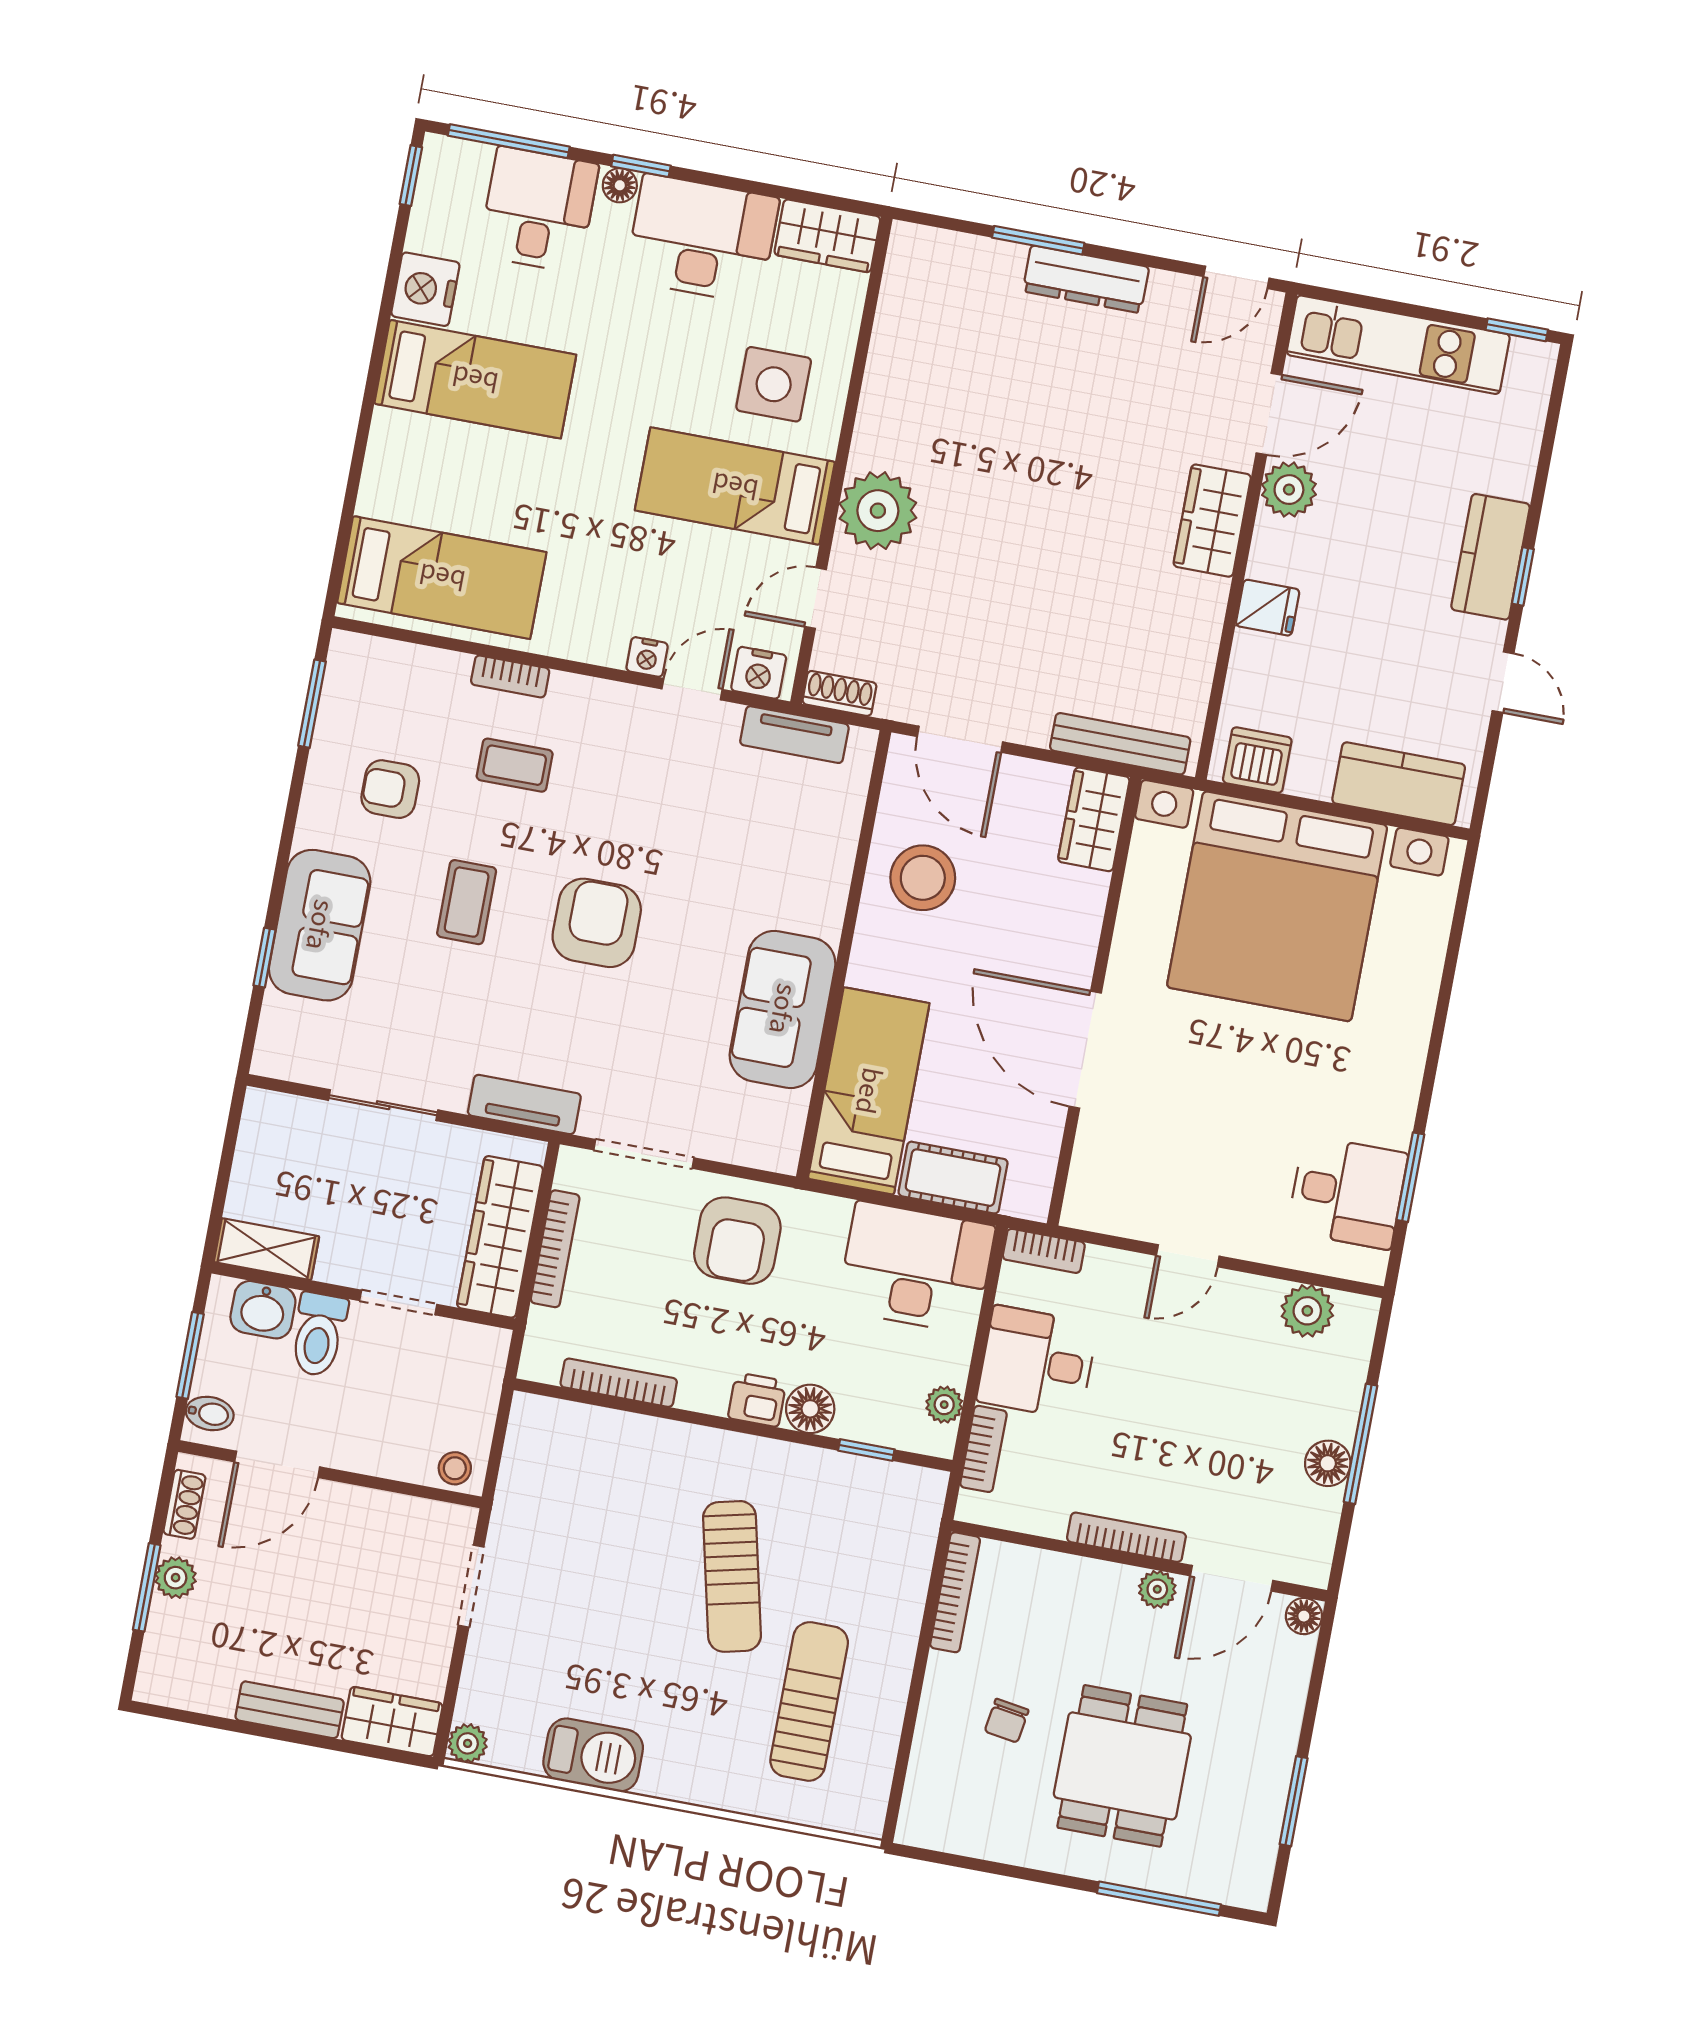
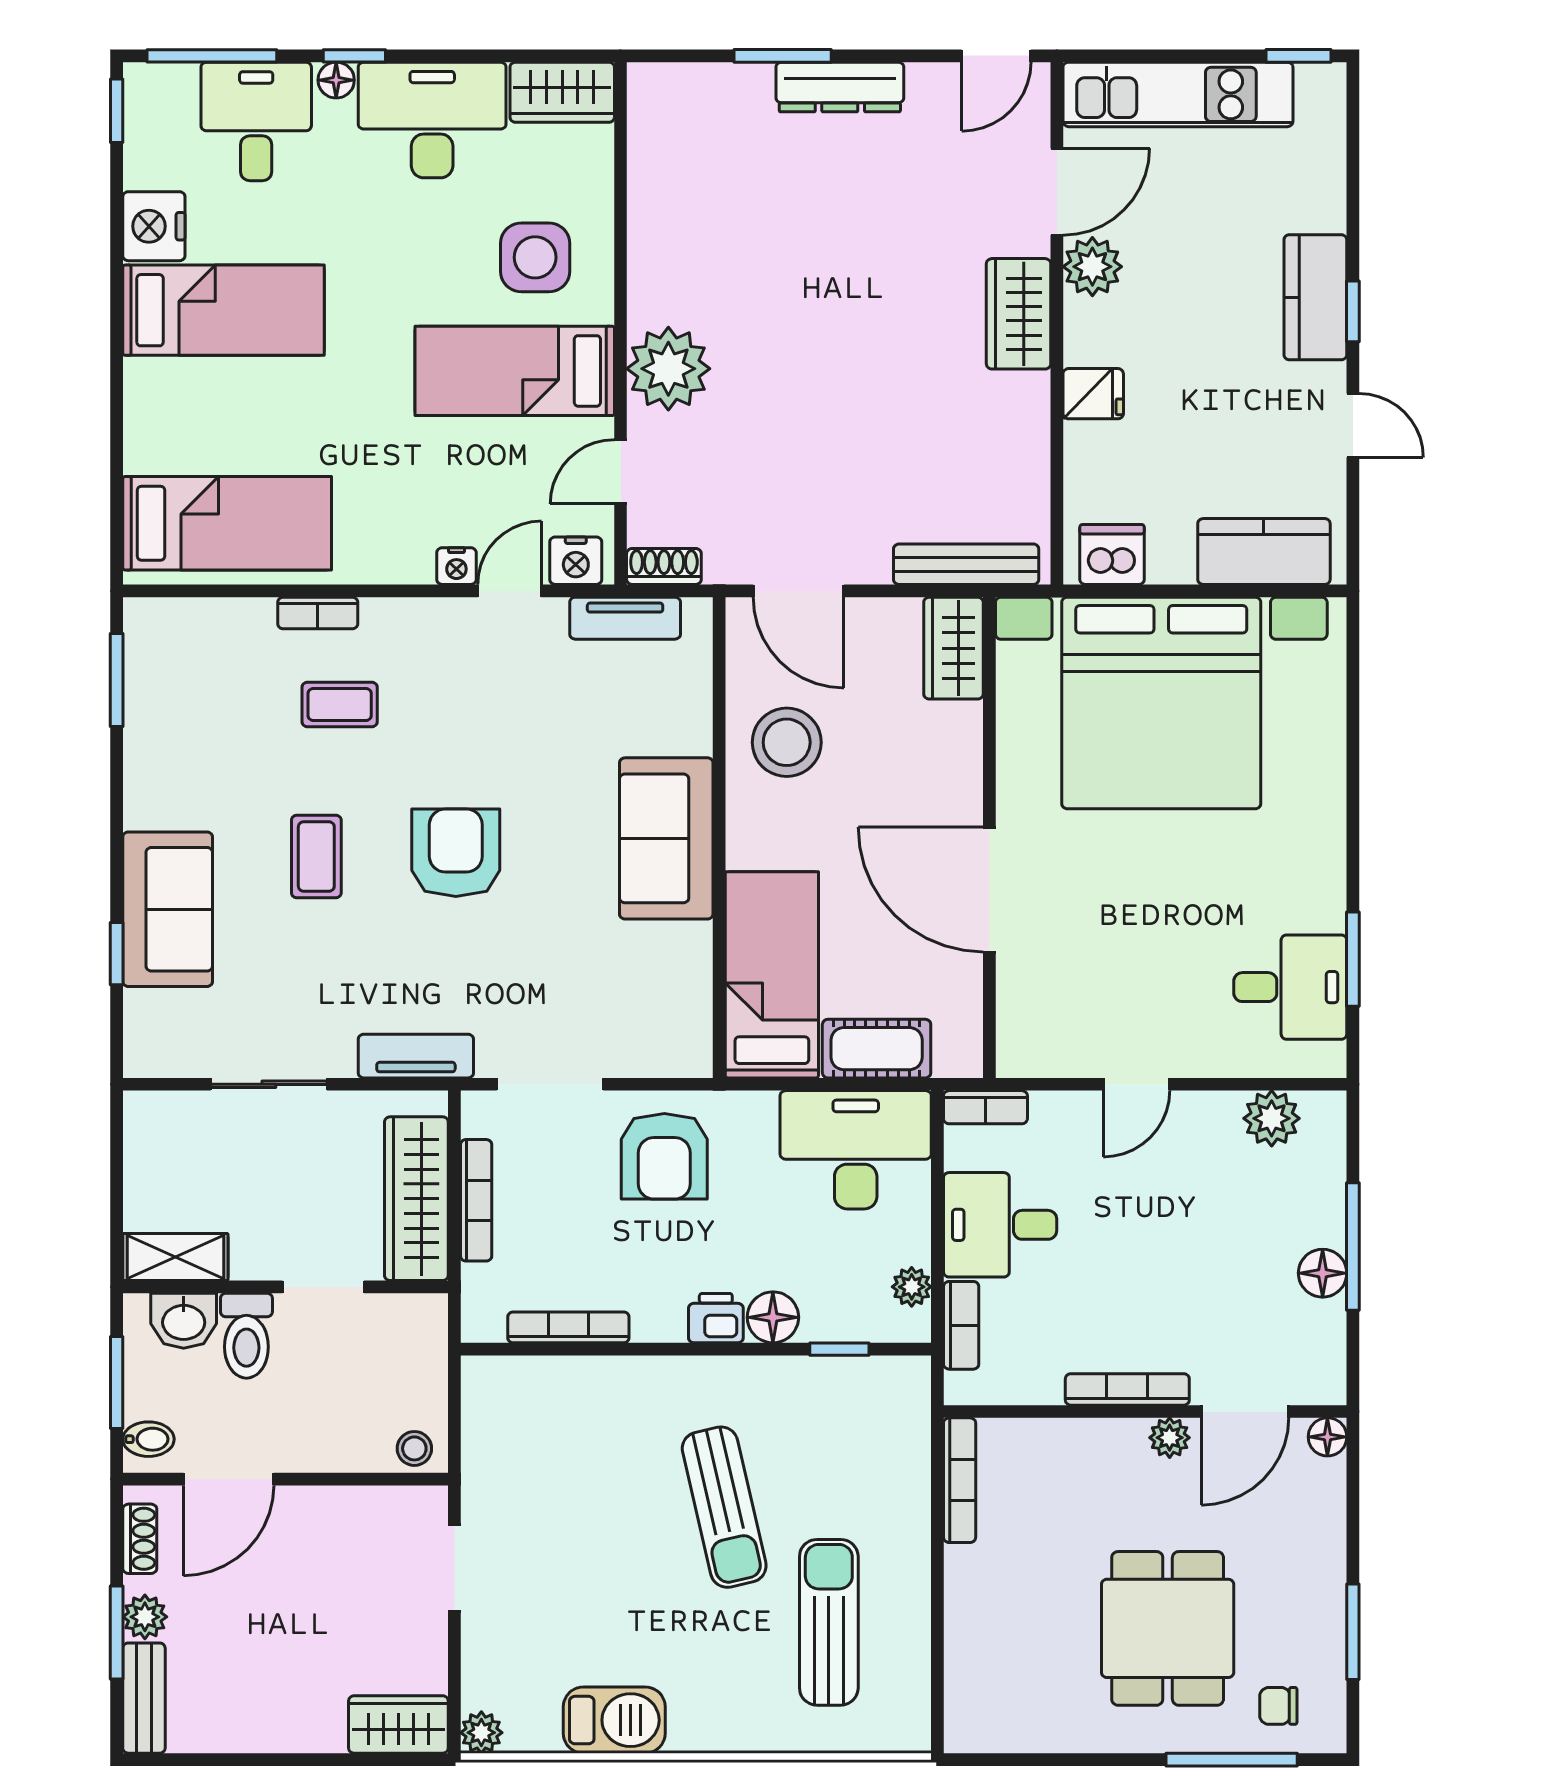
armchair: (390, 789) -> (215, 754), removed
sofa: (783, 1009) -> (666, 838), moved
bench: (290, 1710) -> (144, 1698), moved, turned 90
chair: (1007, 1721) -> (1278, 1706), moved, turned 81

